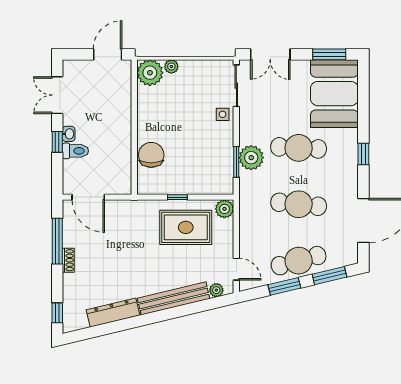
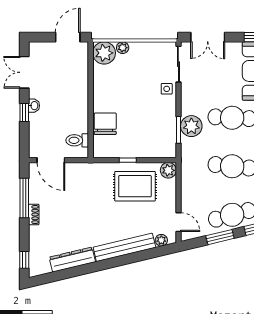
toilet: (75, 151) -> (77, 140), moved, turned 180

